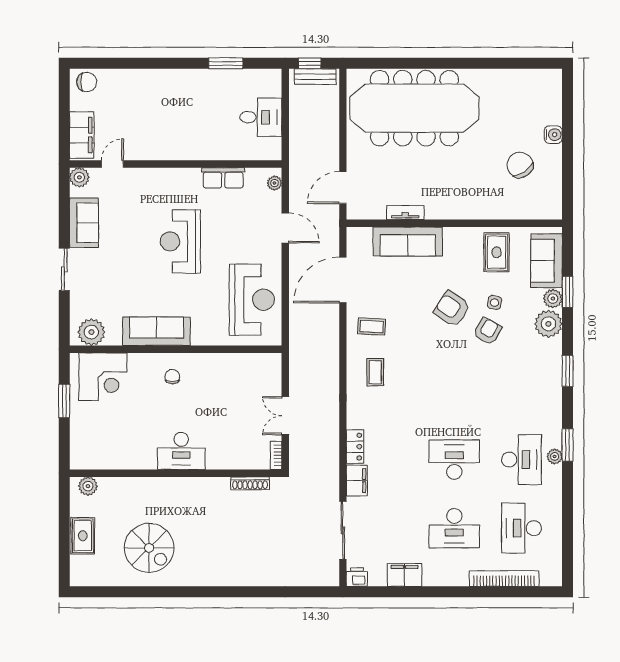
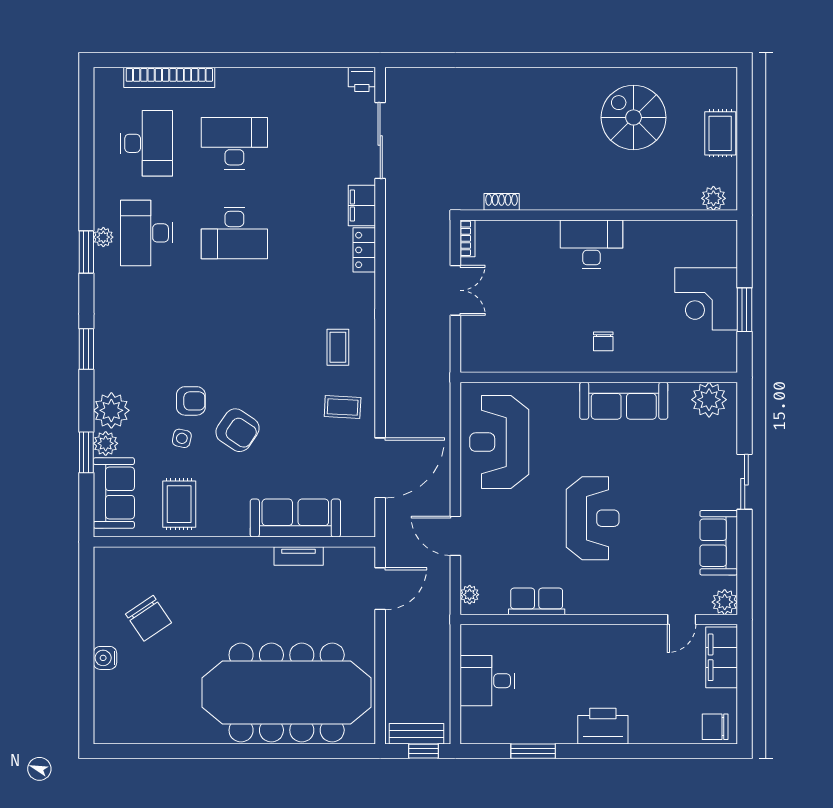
printer: (173, 82) -> (603, 726), added
armchair: (488, 331) -> (191, 401), turned -119
corner desk: (103, 377) -> (706, 299), moved, turned -90
shoe rack: (250, 483) -> (502, 202), width x0.70
filing cabinet: (404, 575) -> (300, 82), removed

